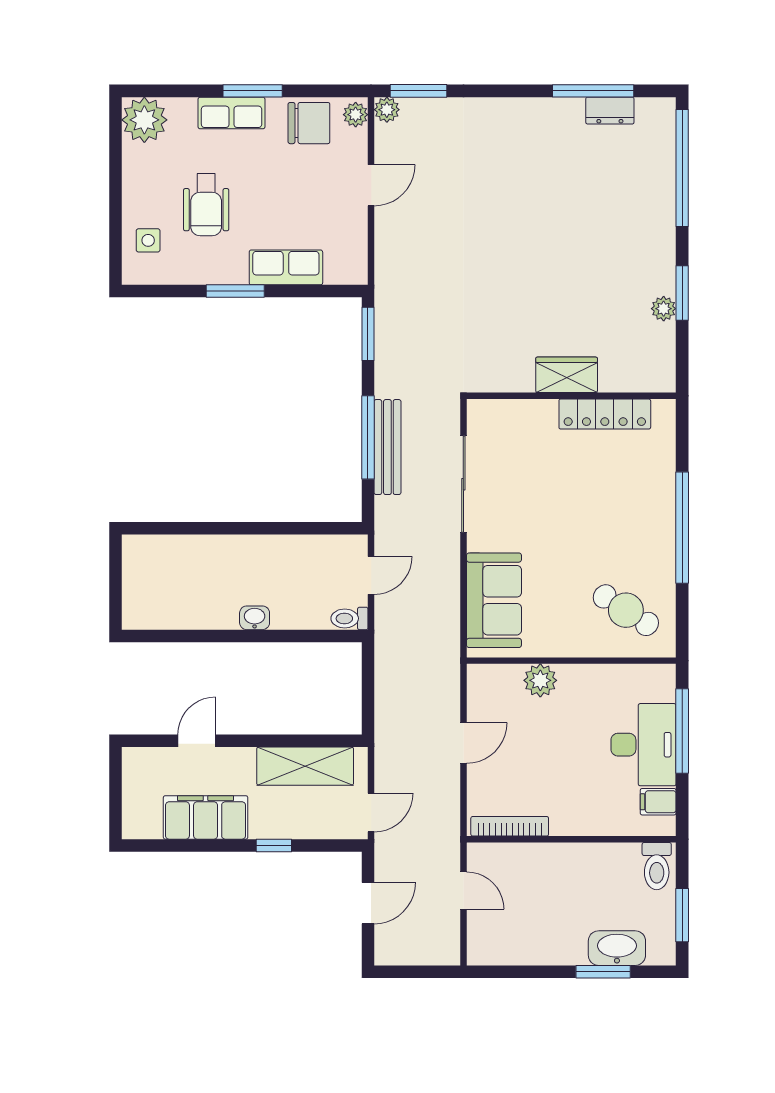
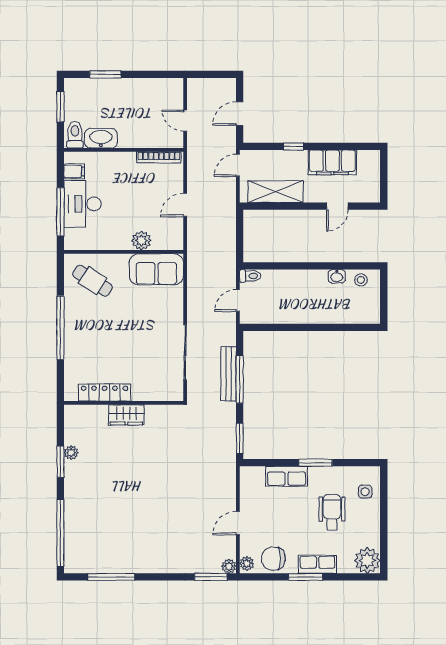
dresser: (610, 111) -> (102, 566), removed
sofa: (494, 600) -> (156, 269), moved, turned -90
stool: (156, 612) -> (361, 280), added
washbasin: (255, 618) -> (337, 276), moved
washbasin: (617, 948) -> (101, 138), moved, turned 180

